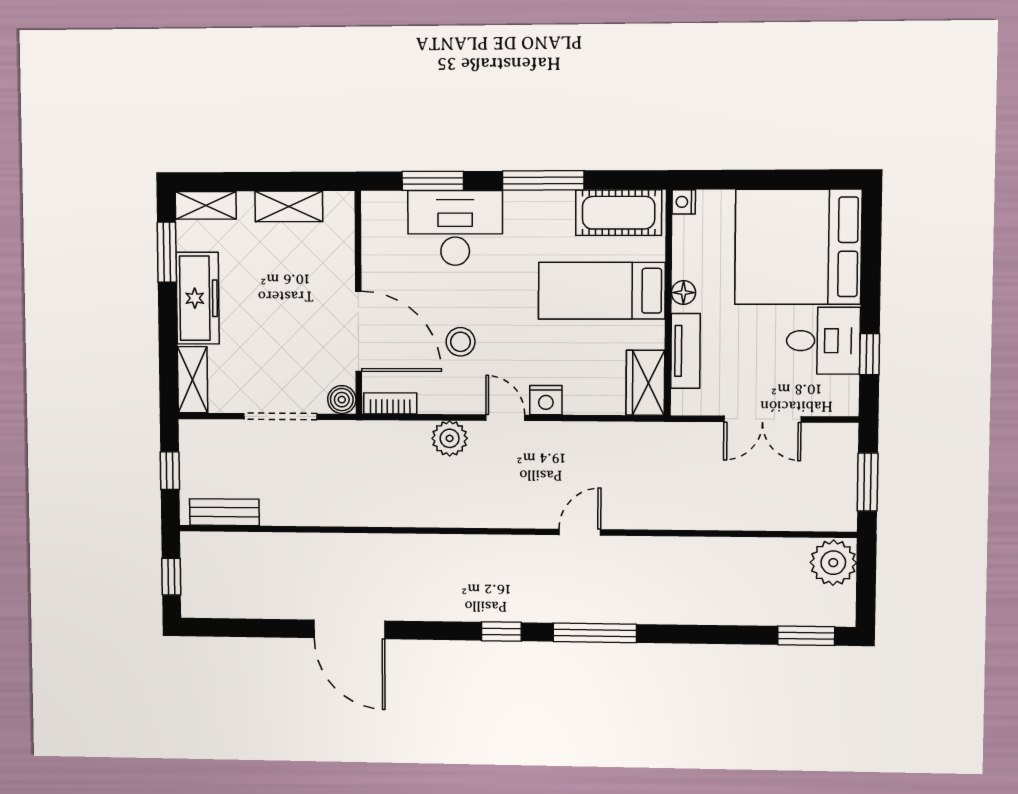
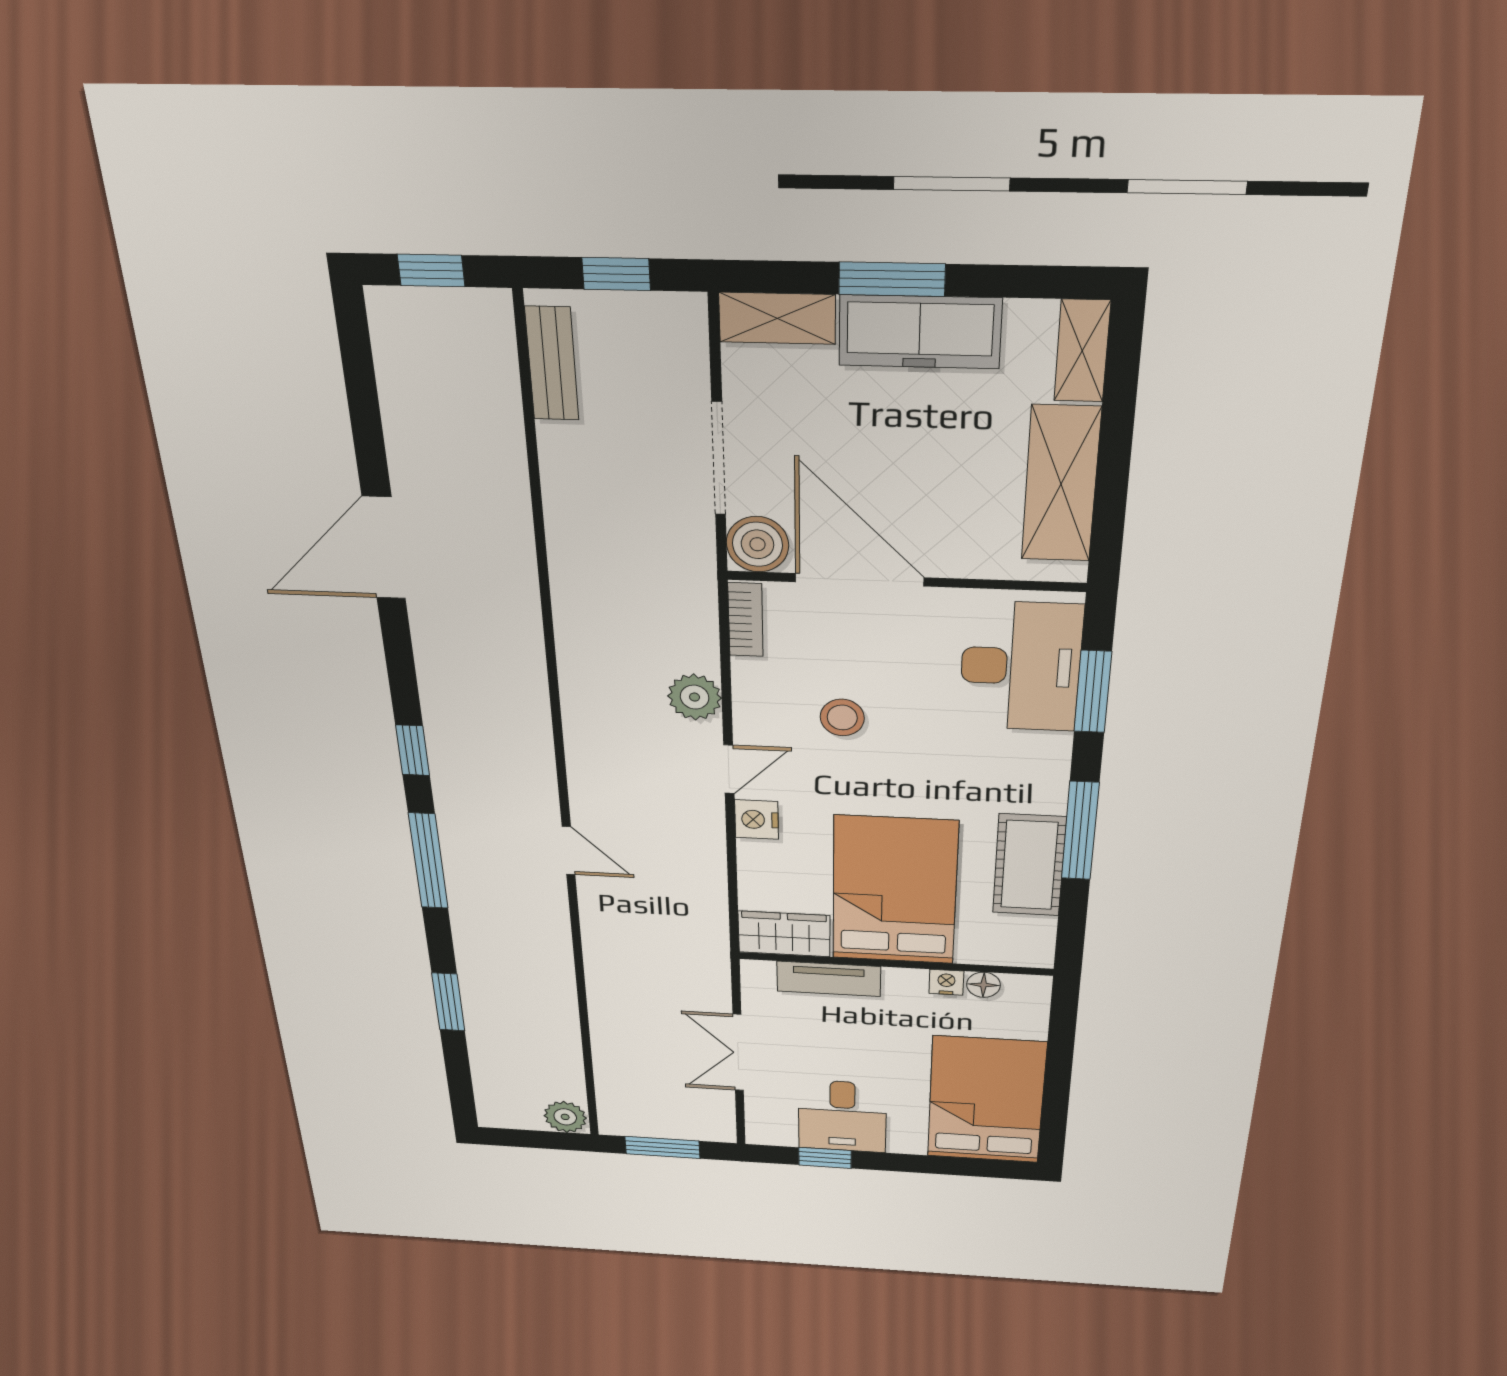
nightstand: (684, 202) -> (946, 982), moved
shelving: (289, 206) -> (1061, 484), width x1.50, depth x1.33
cot: (619, 213) -> (1029, 865), moved
desk: (455, 228) -> (1021, 667), moved
bed: (798, 247) -> (986, 1100), width x0.73
window: (167, 252) -> (892, 279), moved
bed: (602, 291) -> (894, 891), width x1.50
floor lamp: (683, 293) -> (984, 985), moved
door: (359, 331) -> (860, 580), swing flipped
boiler: (342, 400) -> (757, 544), width x1.36, depth x1.36
plant: (833, 563) -> (565, 1117), width x0.73, depth x0.73
window: (806, 636) -> (448, 1002), moved

